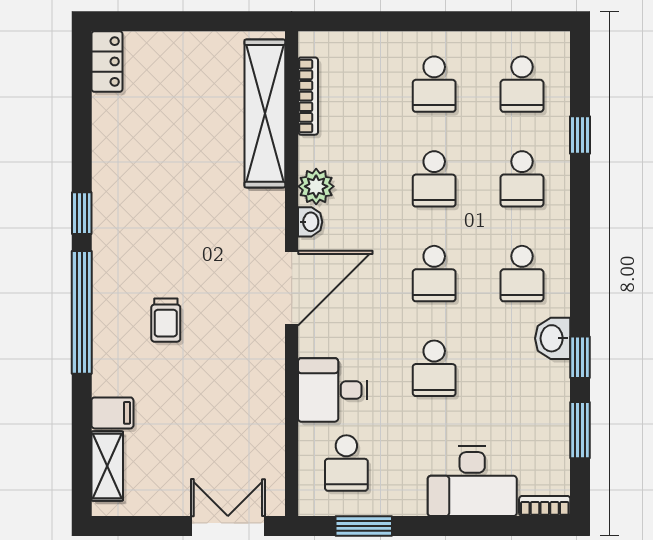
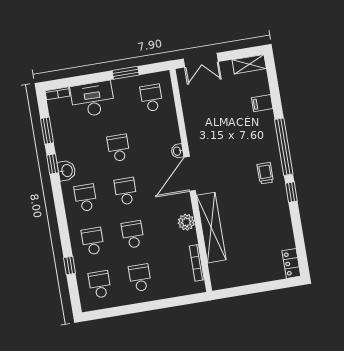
shelving: (265, 113) -> (211, 228), moved
washbasin: (310, 222) -> (177, 151), moved
trolley: (166, 320) -> (265, 173), moved
desk: (333, 390) -> (163, 130), removed
shelving: (107, 466) -> (249, 64), moved, turned 90
window: (364, 526) -> (126, 73), moved

